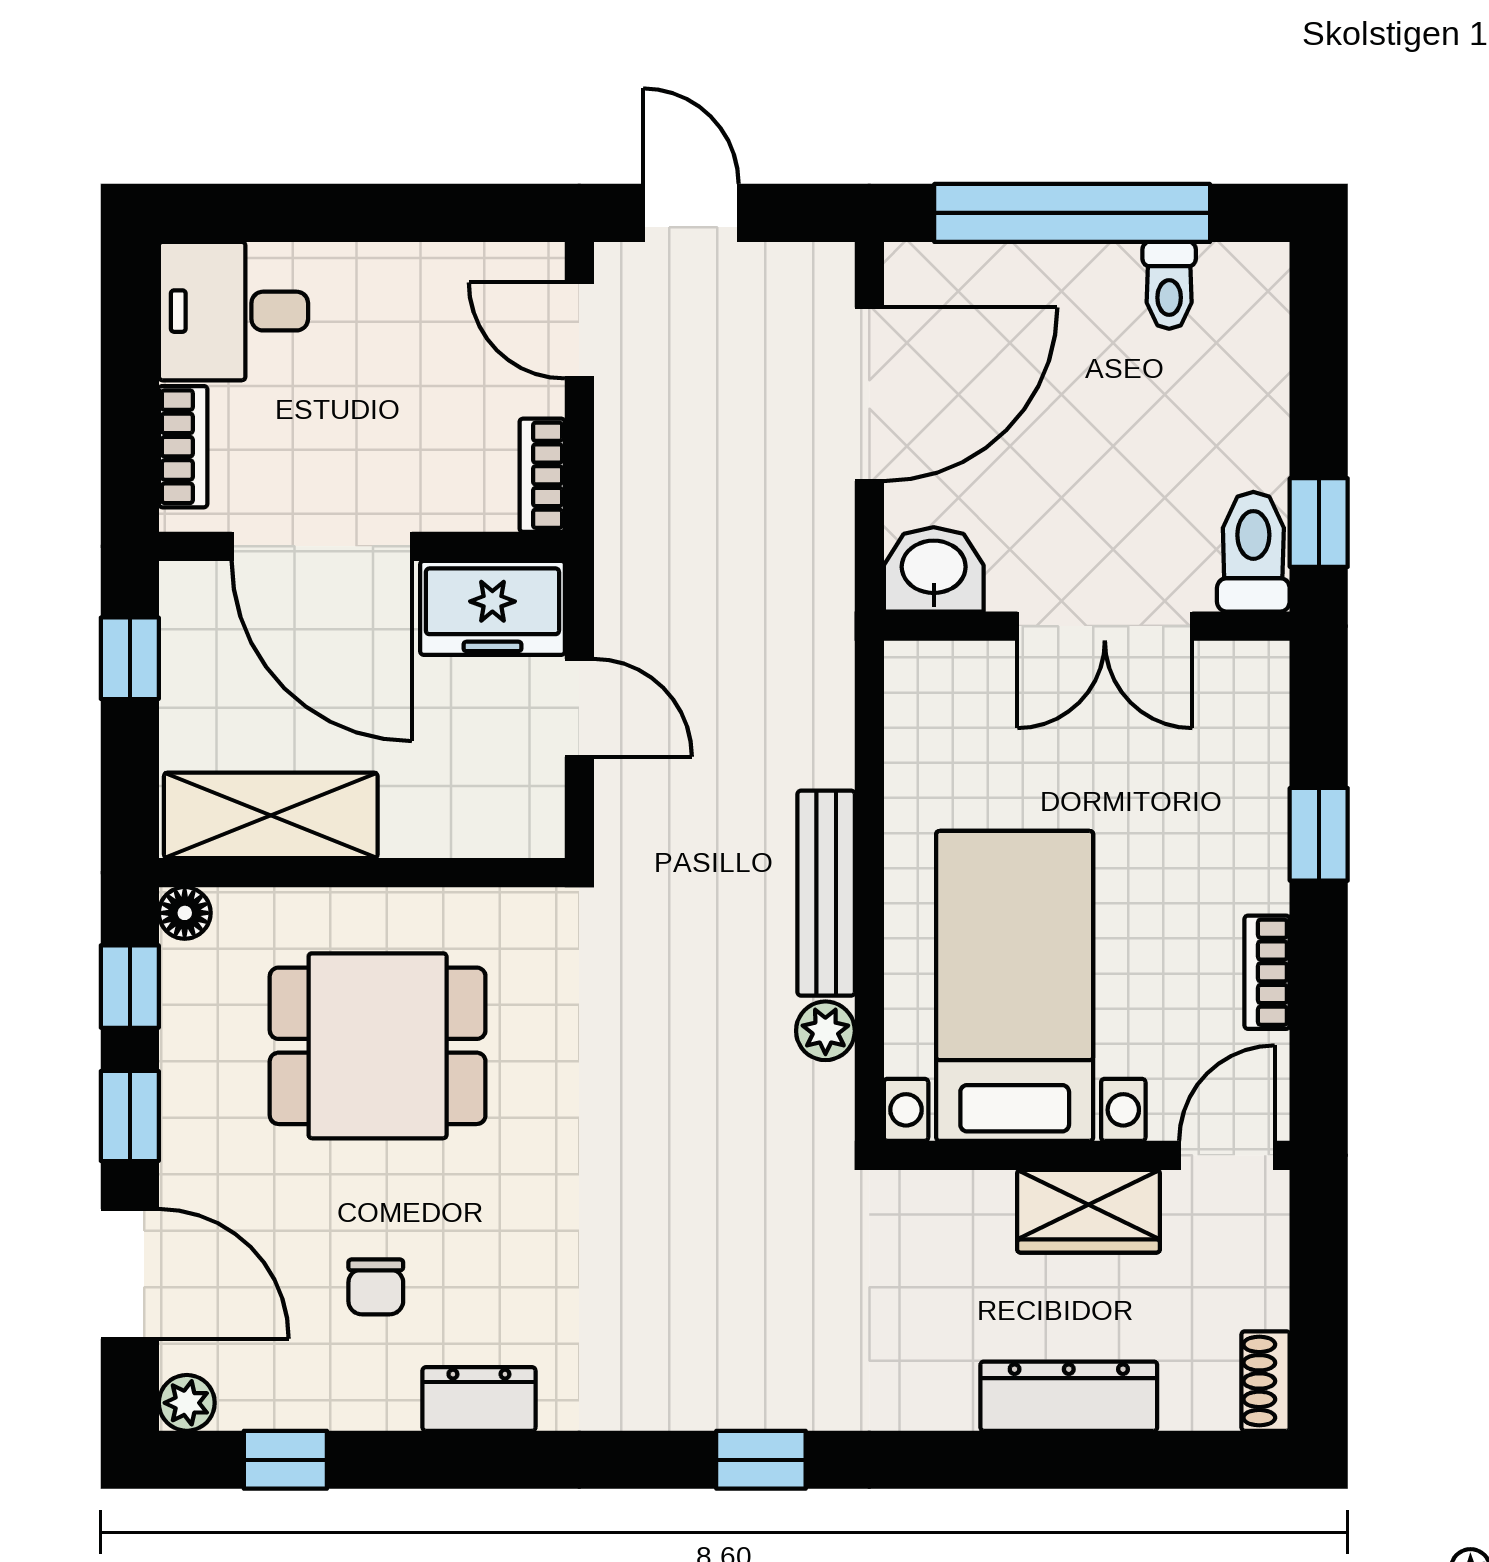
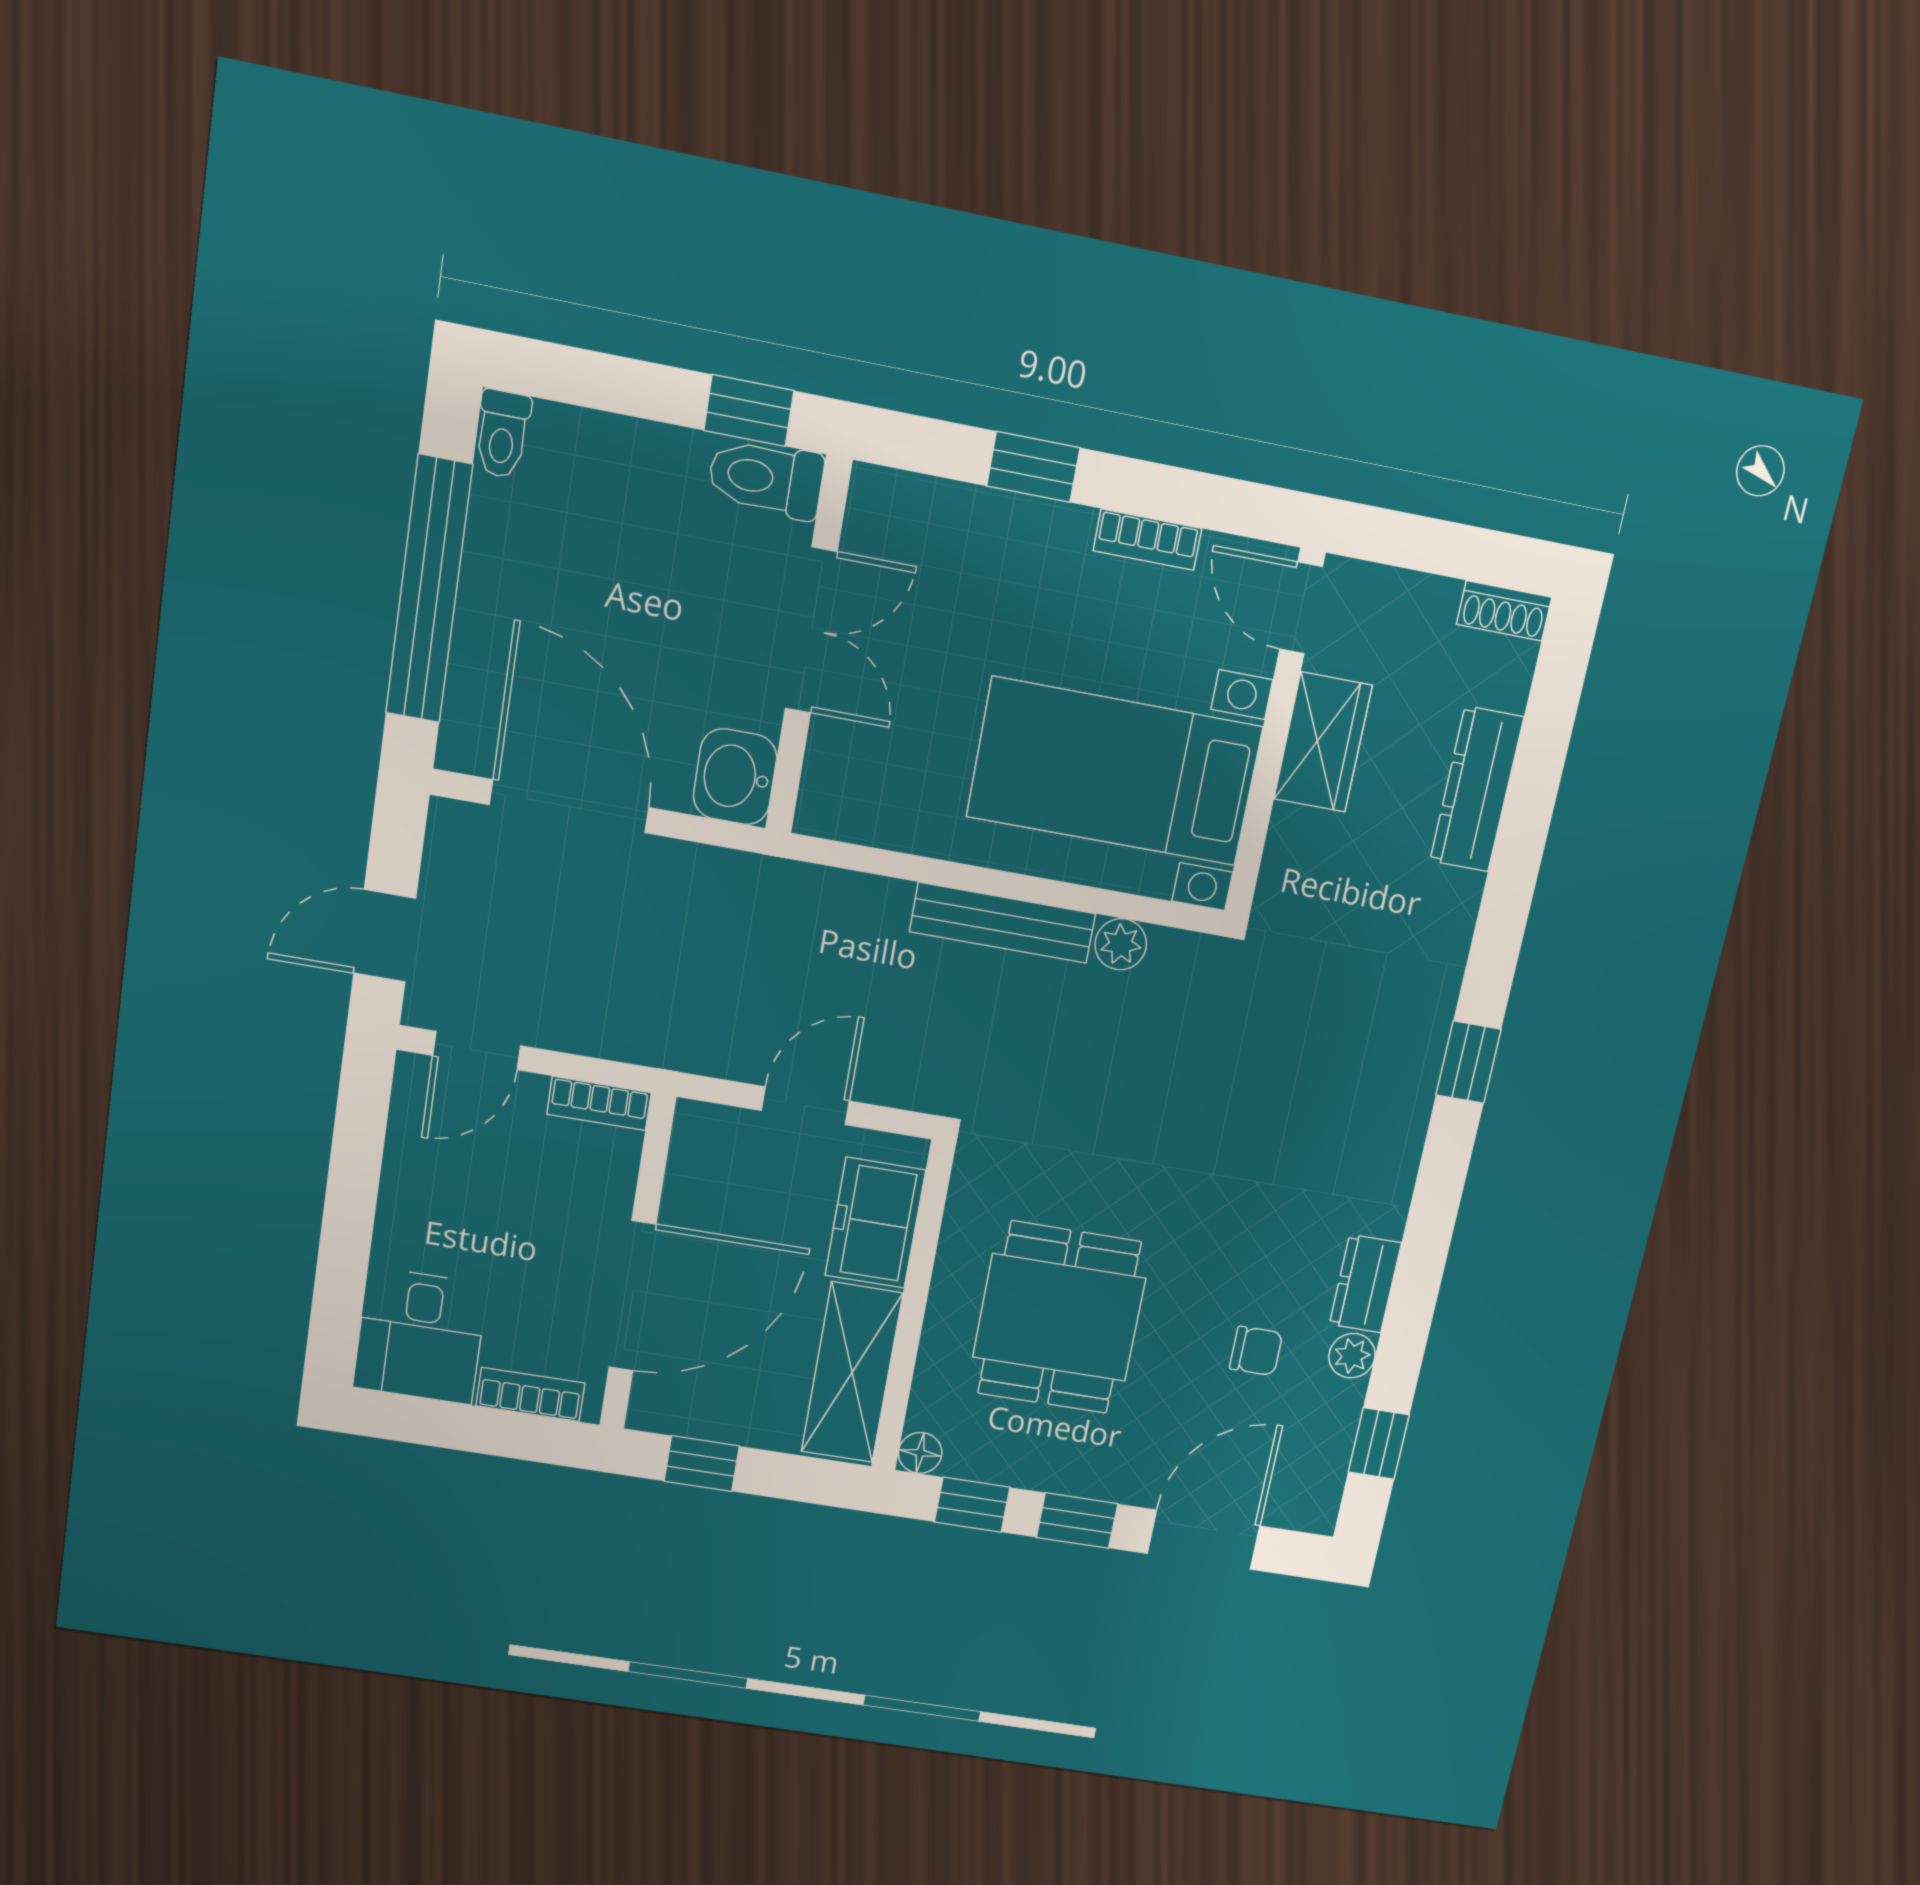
toilet: (1169, 285) -> (502, 434), moved, turned 90
freezer: (492, 608) -> (875, 1223), moved, turned 180
plant: (187, 1403) -> (1352, 1356), moved

